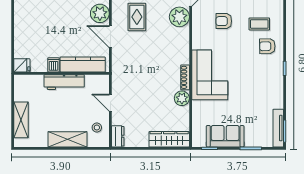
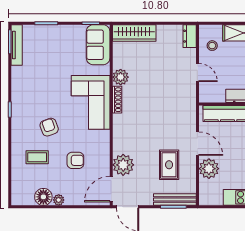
armchair: (267, 46) -> (49, 127), moved, turned -109
sofa: (225, 136) -> (98, 45), moved, turned 90

